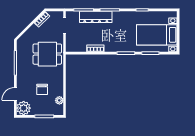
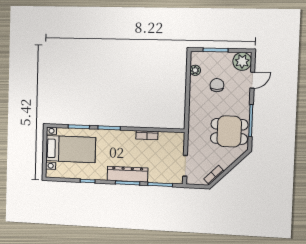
dresser: (96, 17) -> (127, 174), moved
dining table: (47, 54) -> (229, 131), moved

